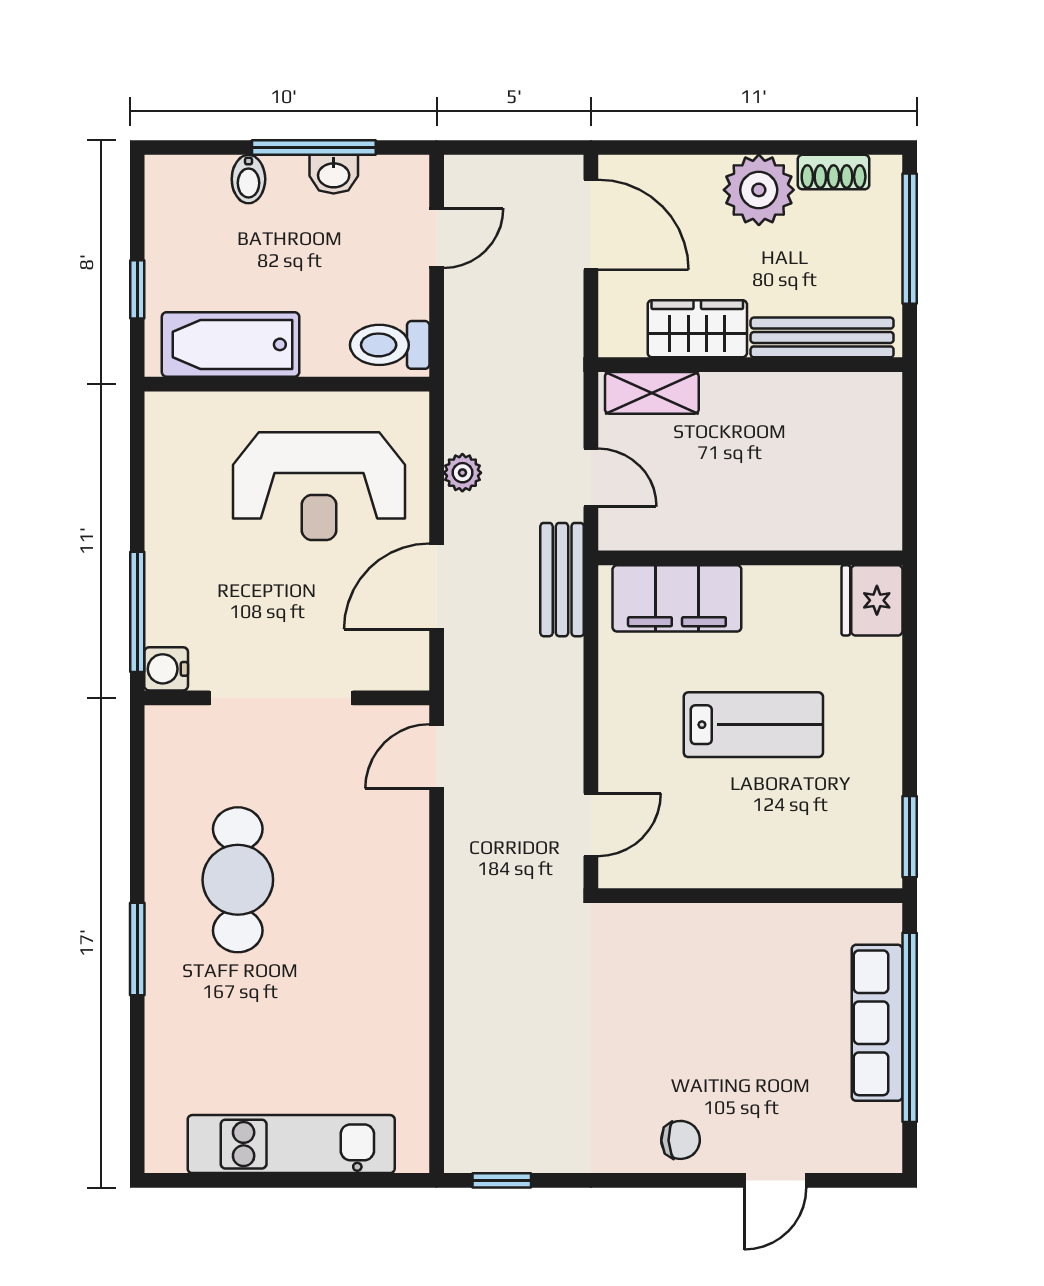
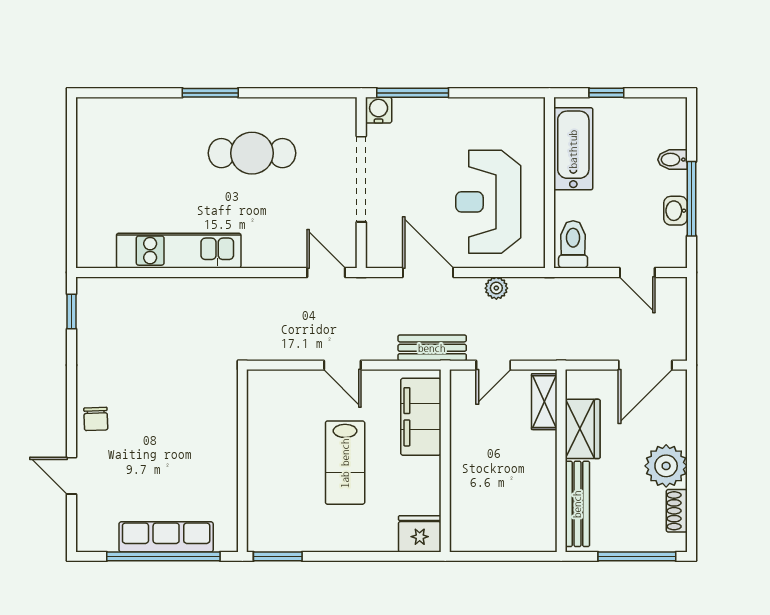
door: (591, 825) -> (342, 365), moved
kitchen unit: (291, 1144) -> (179, 251), moved, turned -90

